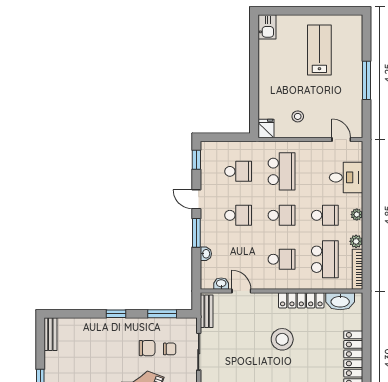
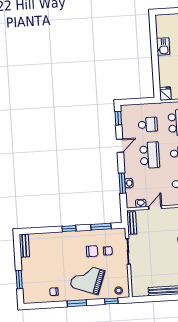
kitchen sink: (267, 27) -> (163, 46), moved
door: (196, 199) -> (120, 146), swing flipped
school desk: (238, 215) -> (150, 155), width x1.85
window: (196, 233) -> (122, 183), moved
door: (241, 291) -> (155, 208), hinge flipped

